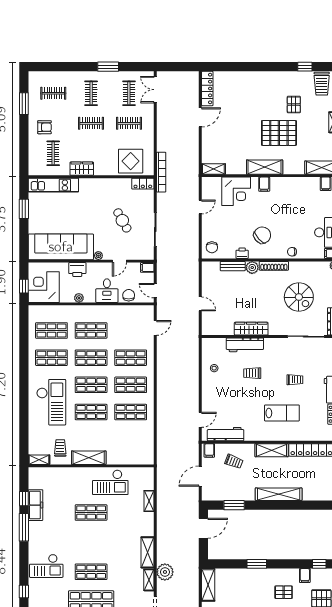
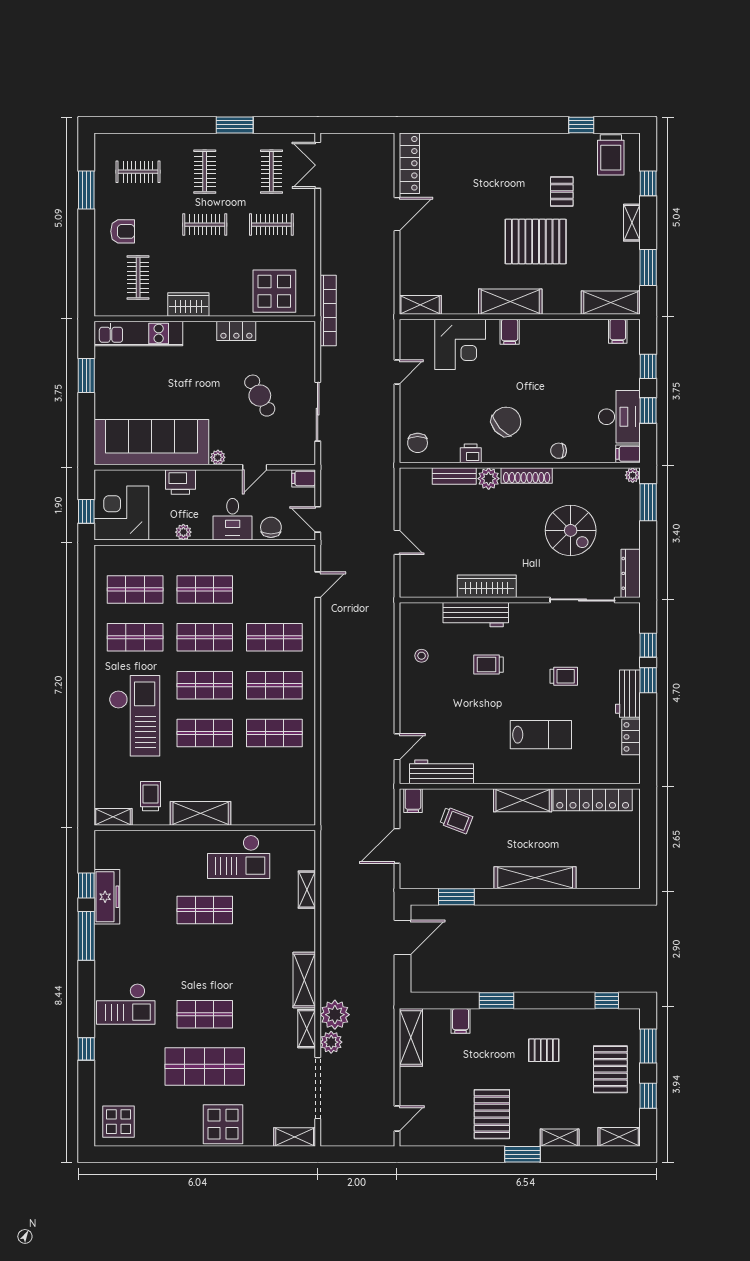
locker: (143, 184) -> (236, 331), moved
filing cabinet: (305, 576) -> (461, 1021), moved
plant: (163, 588) -> (331, 1042), added

